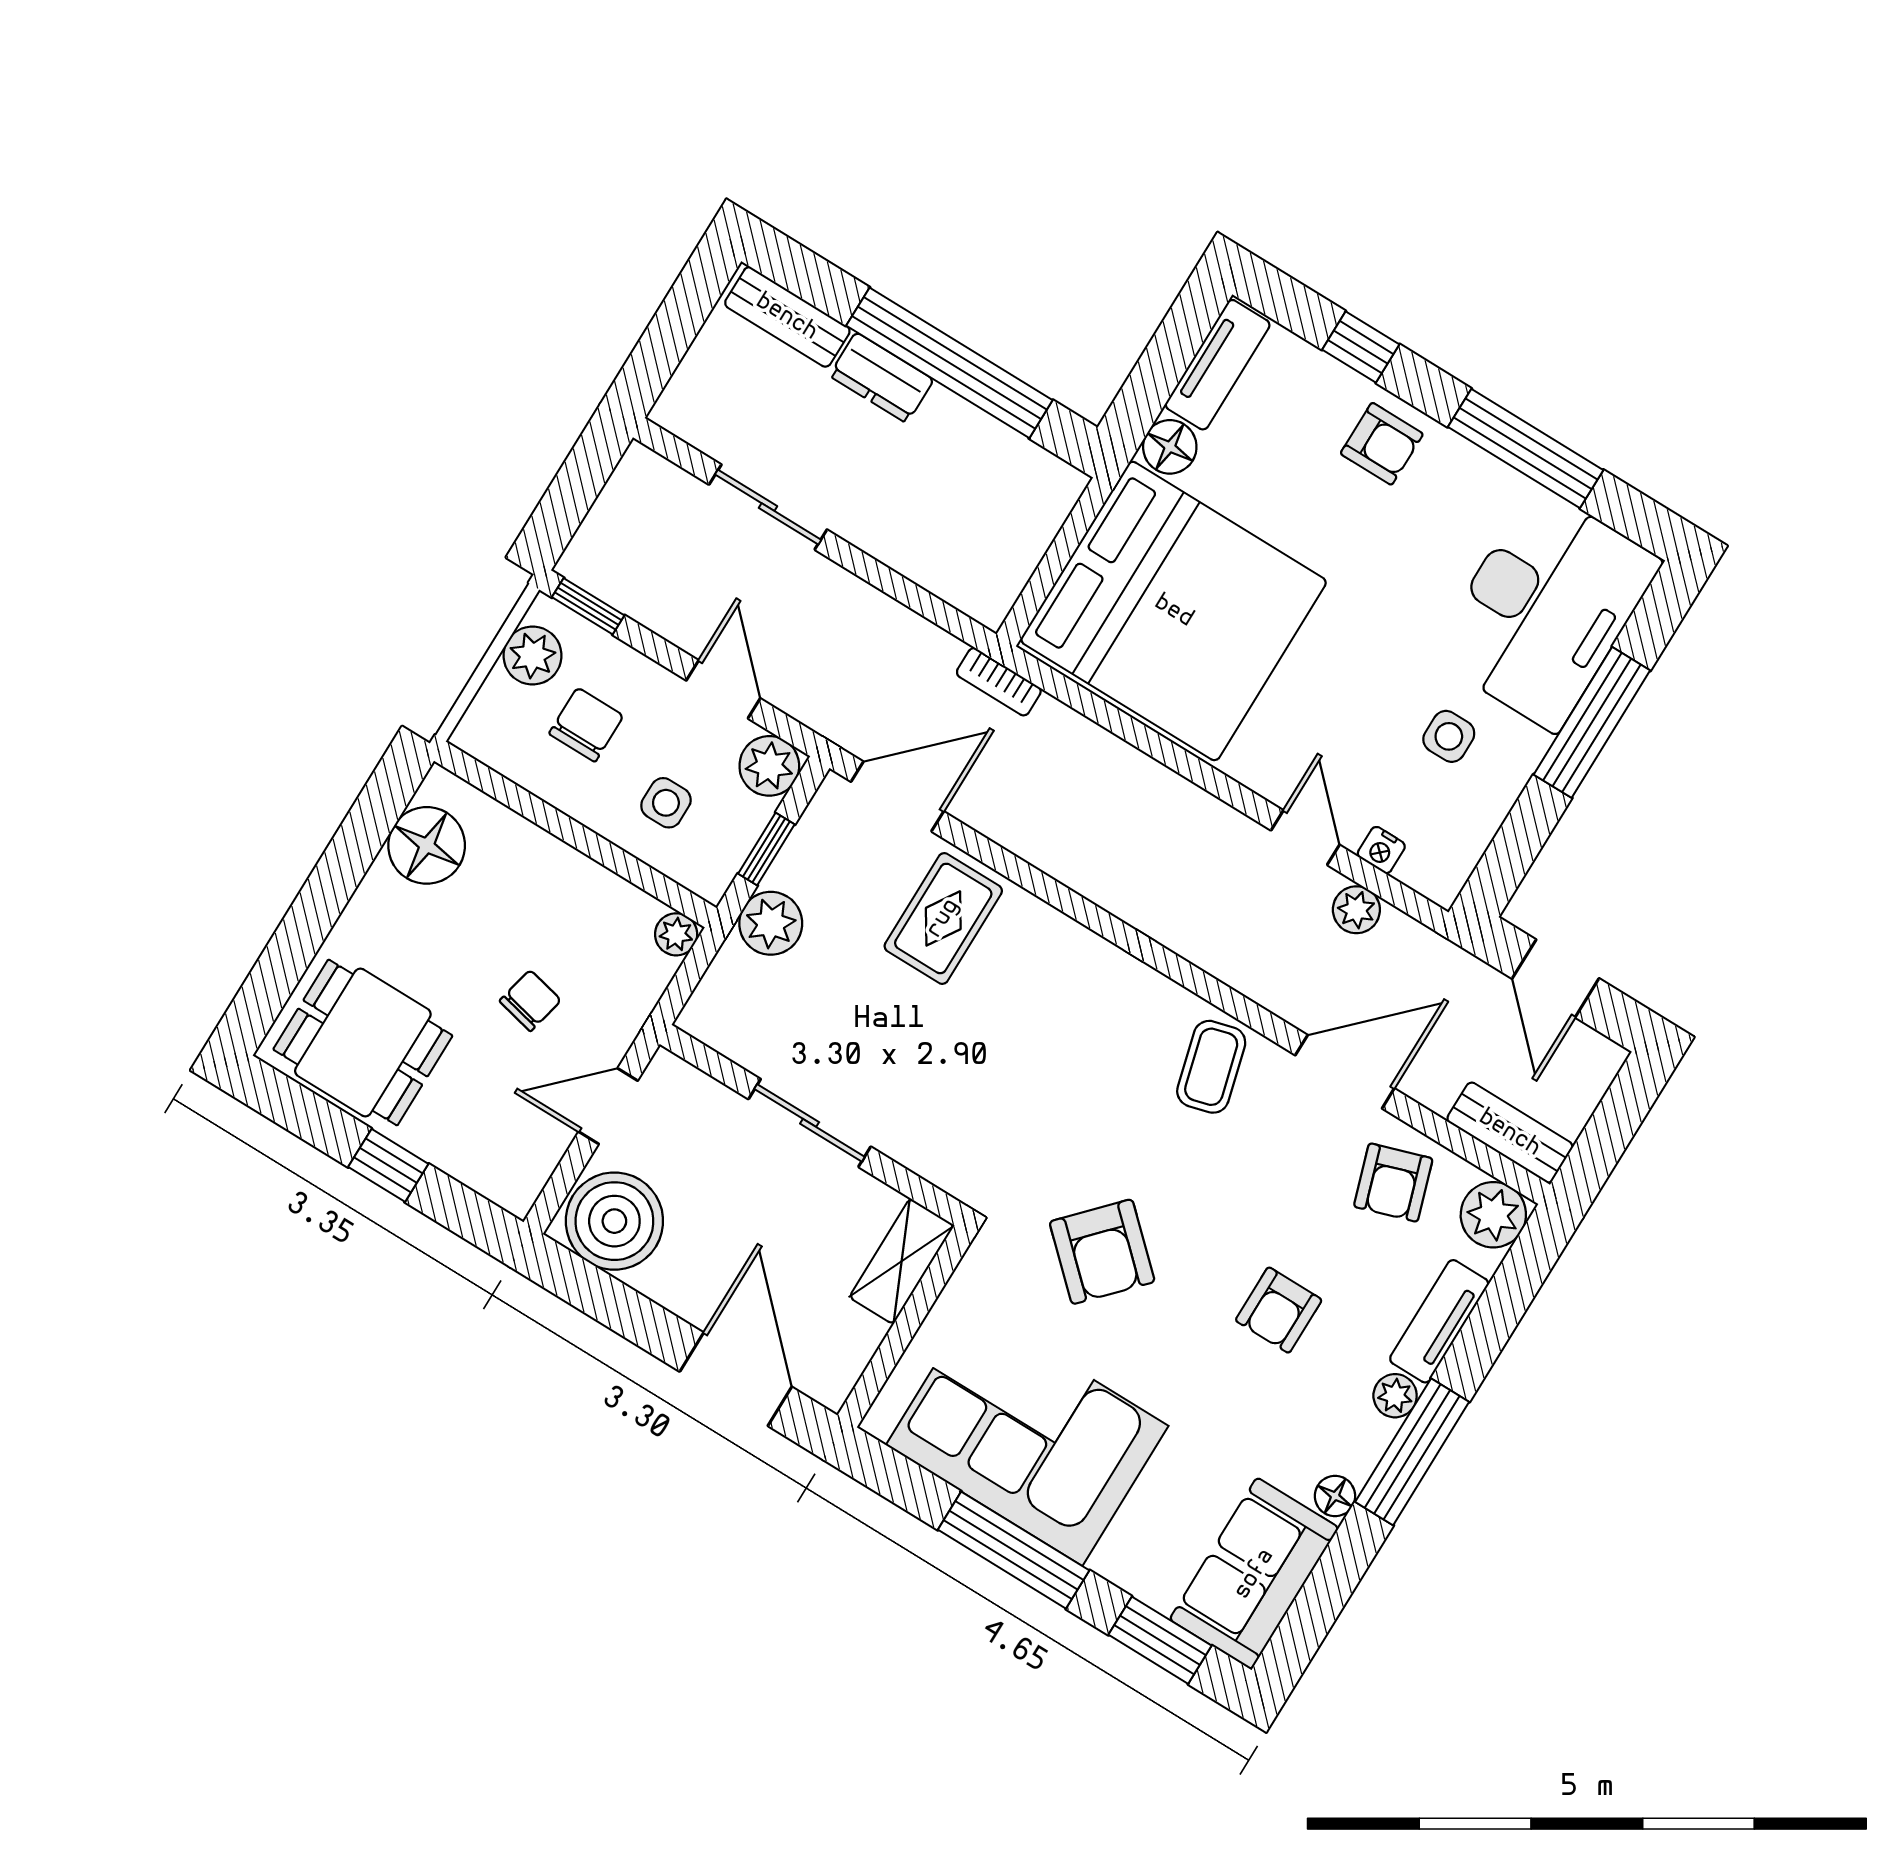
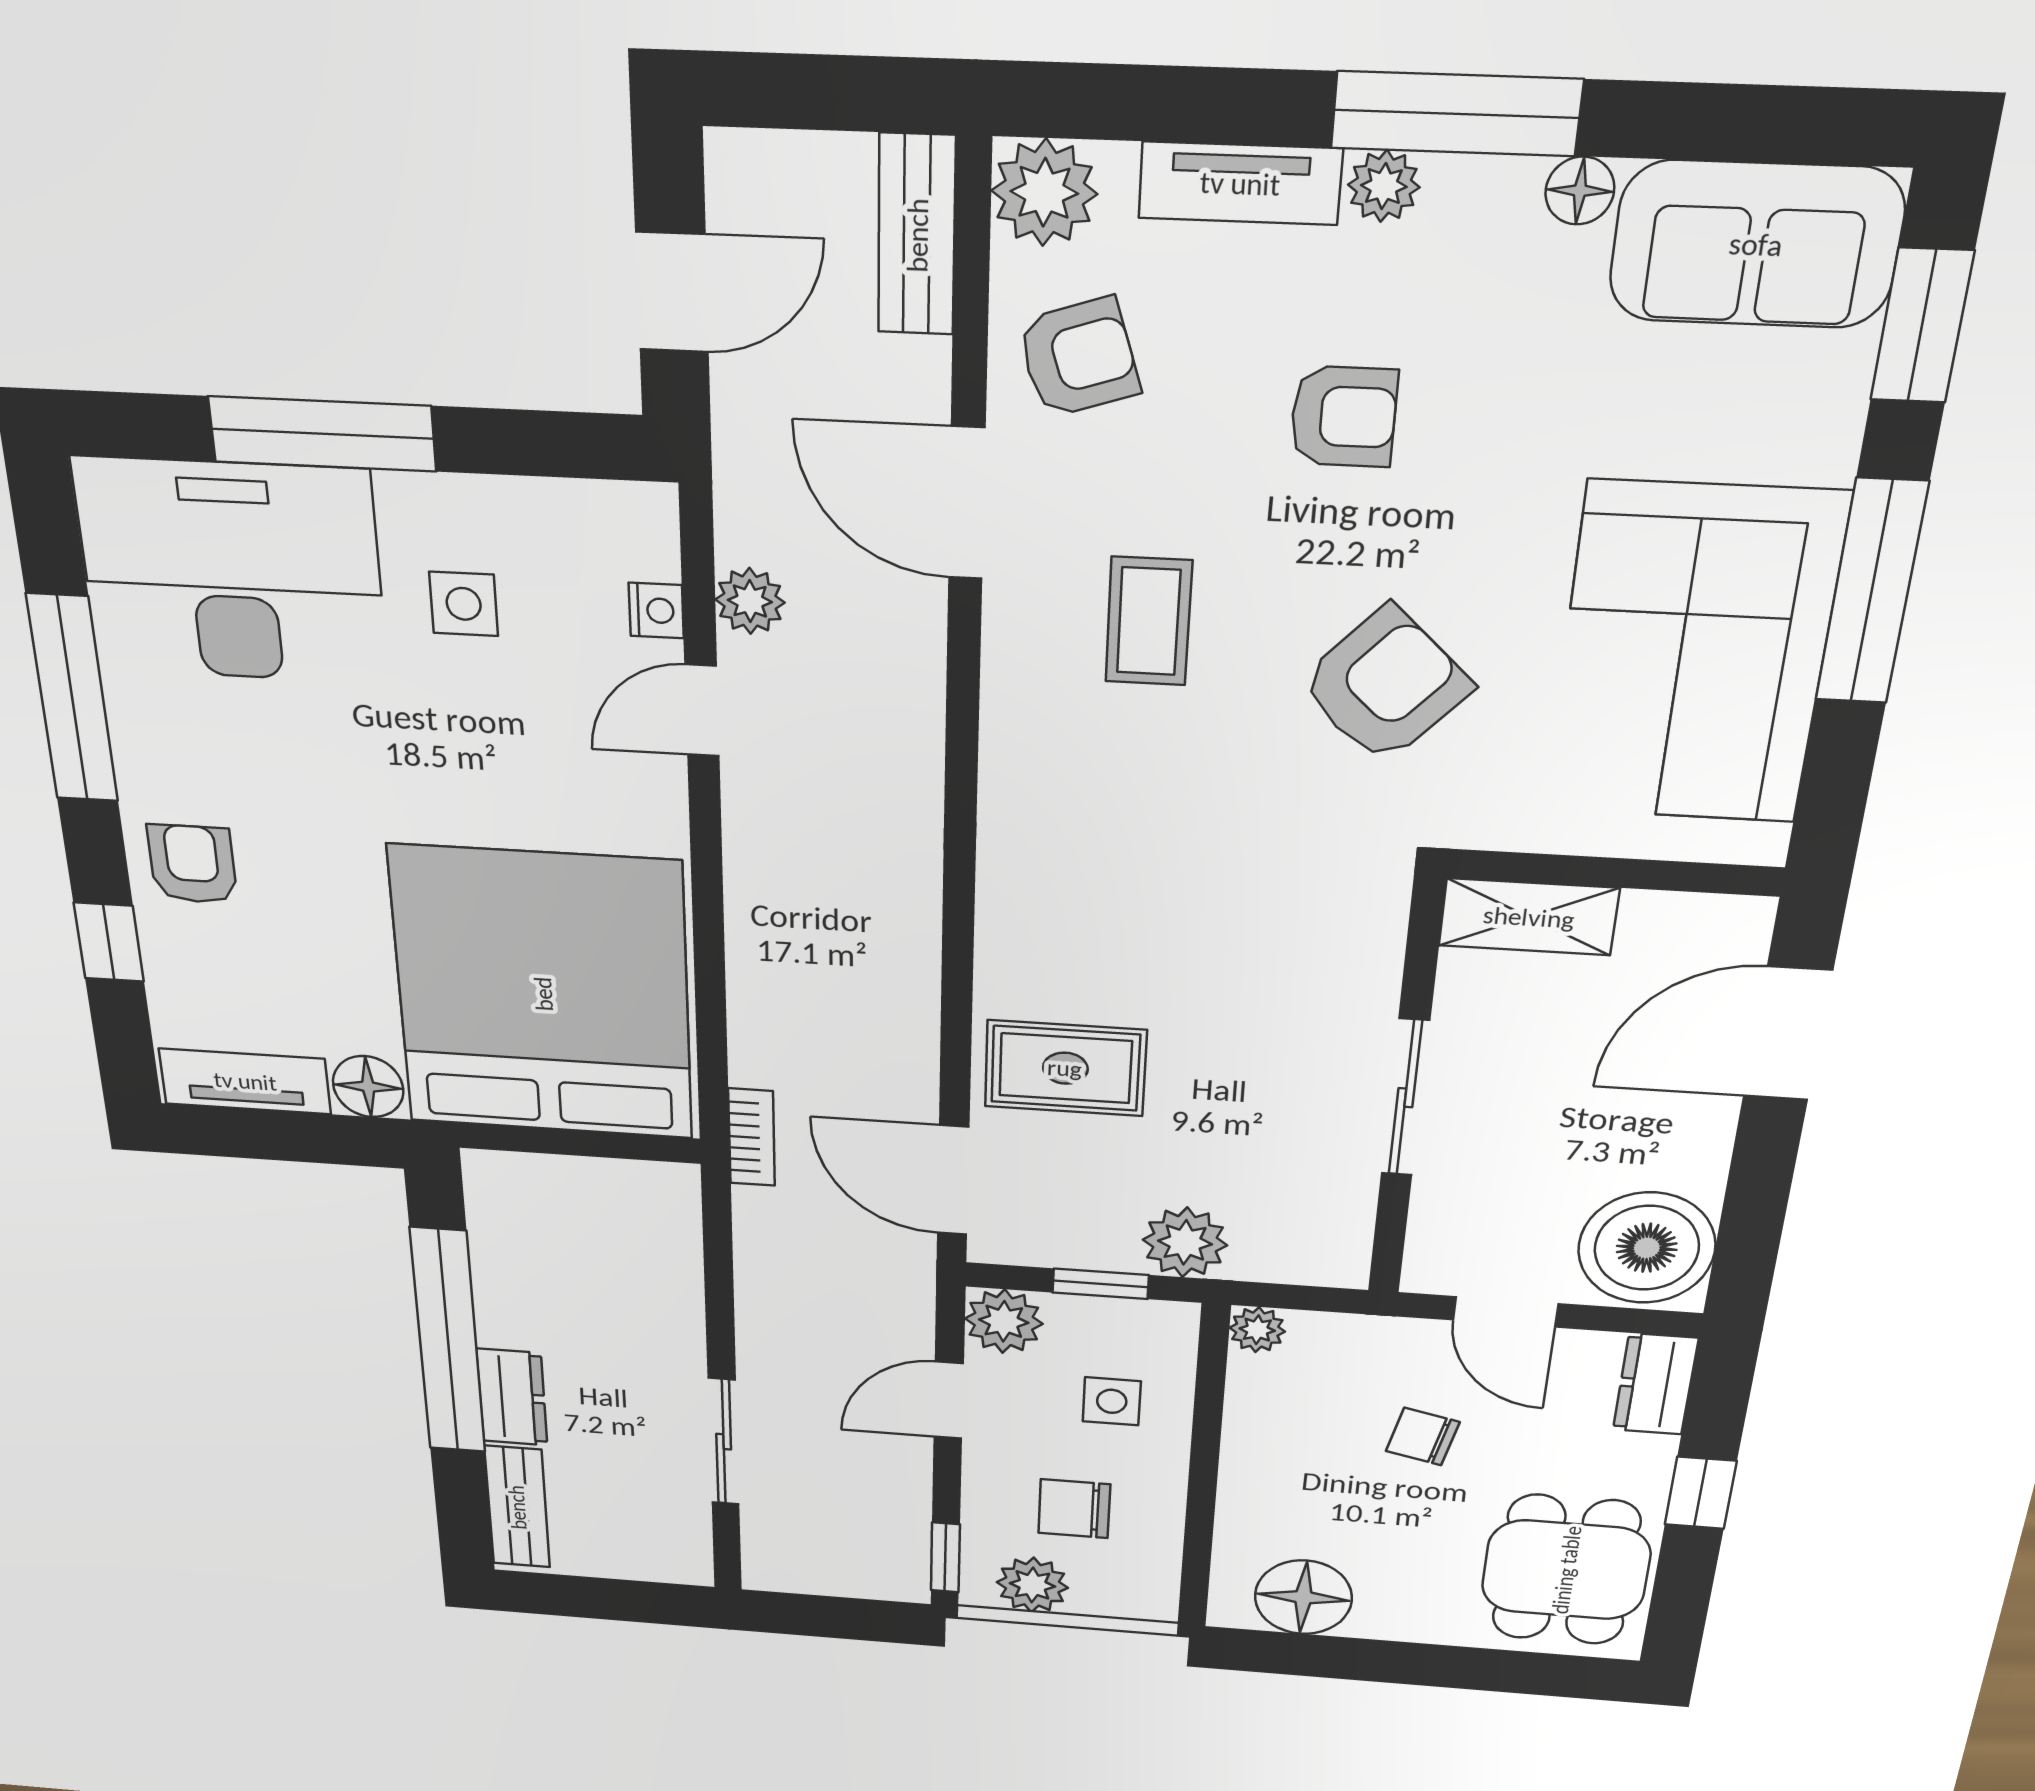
coffee table: (1211, 1067) -> (1149, 621), moved, turned -75
dresser: (498, 1177) -> (1656, 1384), added

